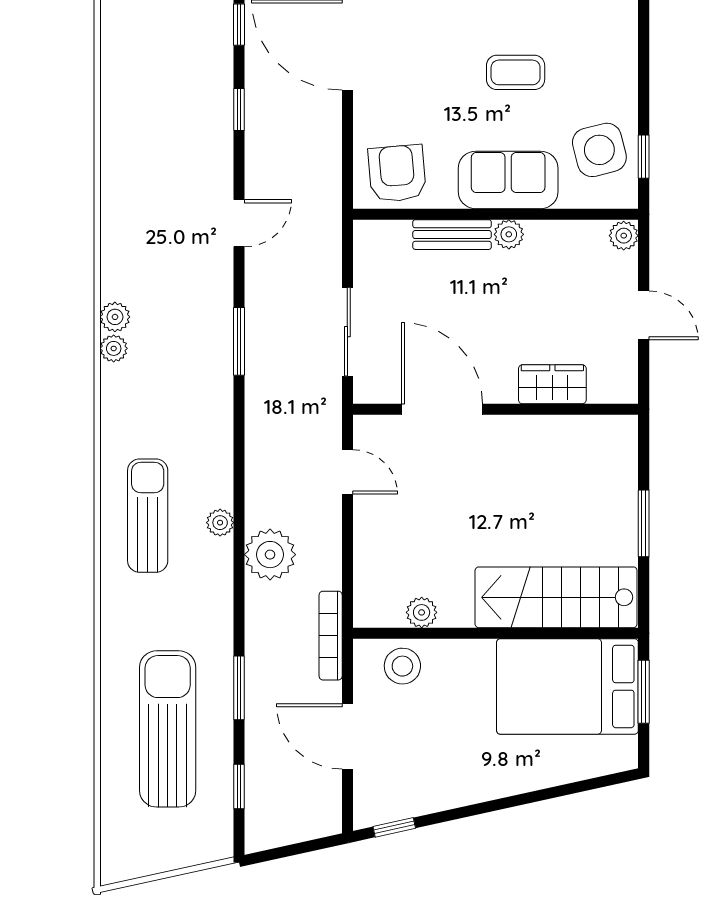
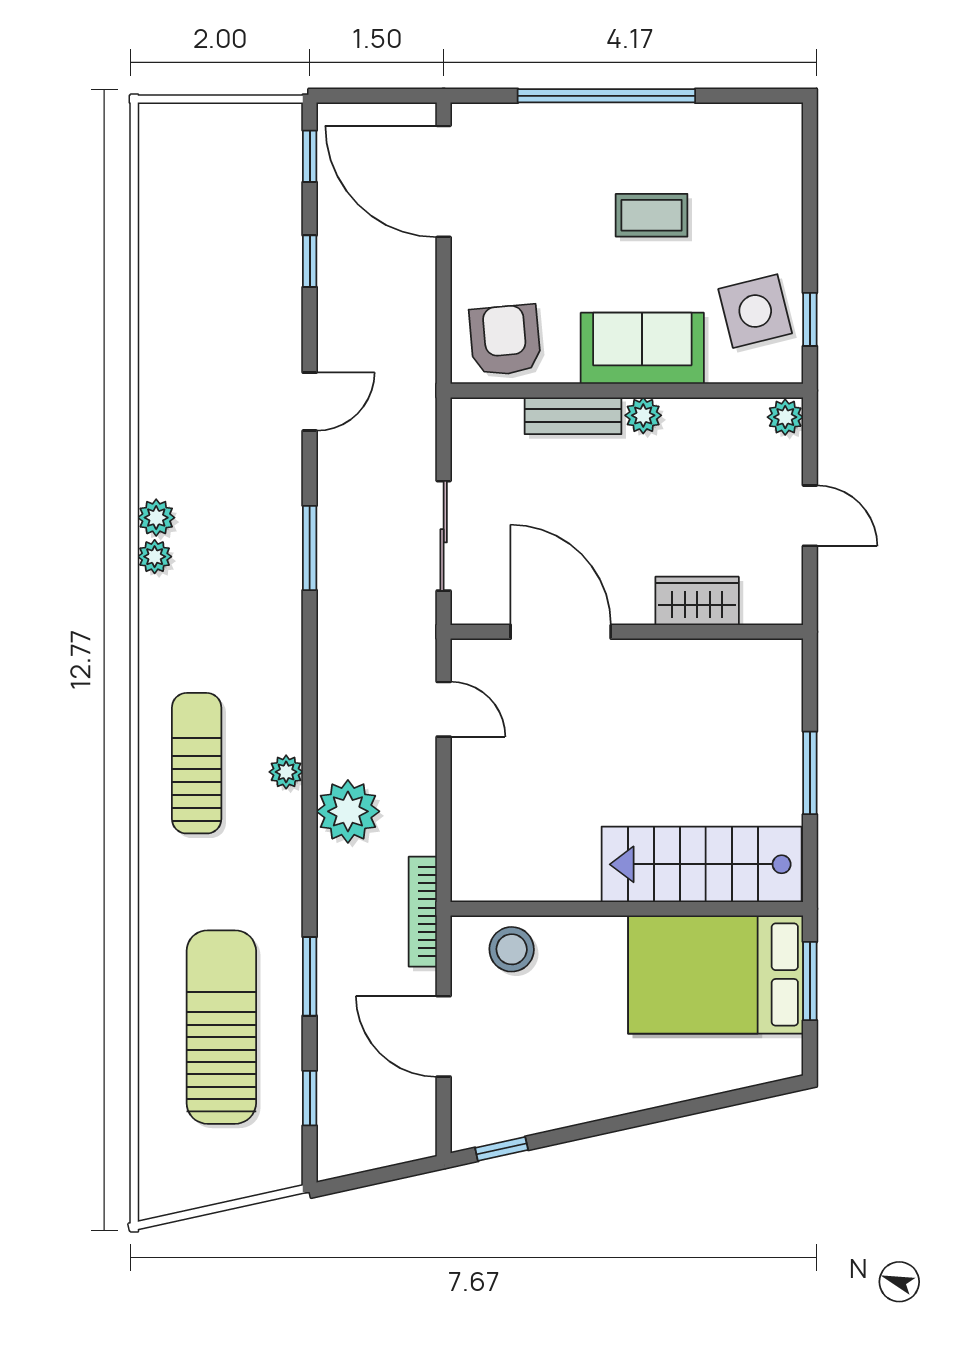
plant: (422, 612) -> (535, 883), removed

